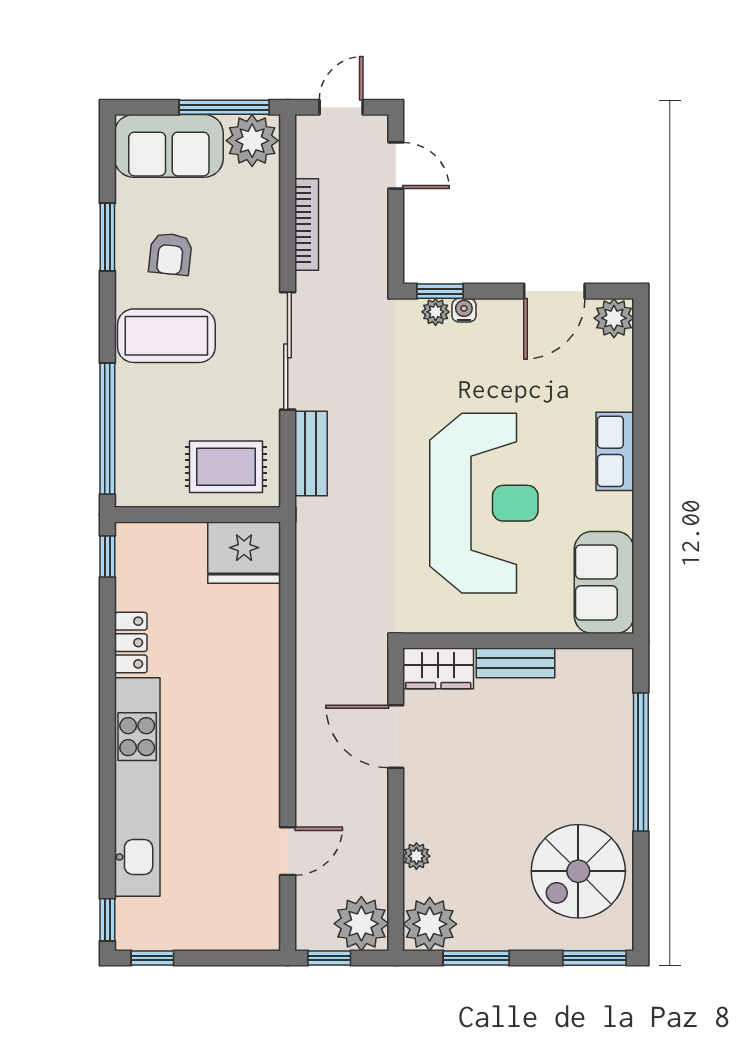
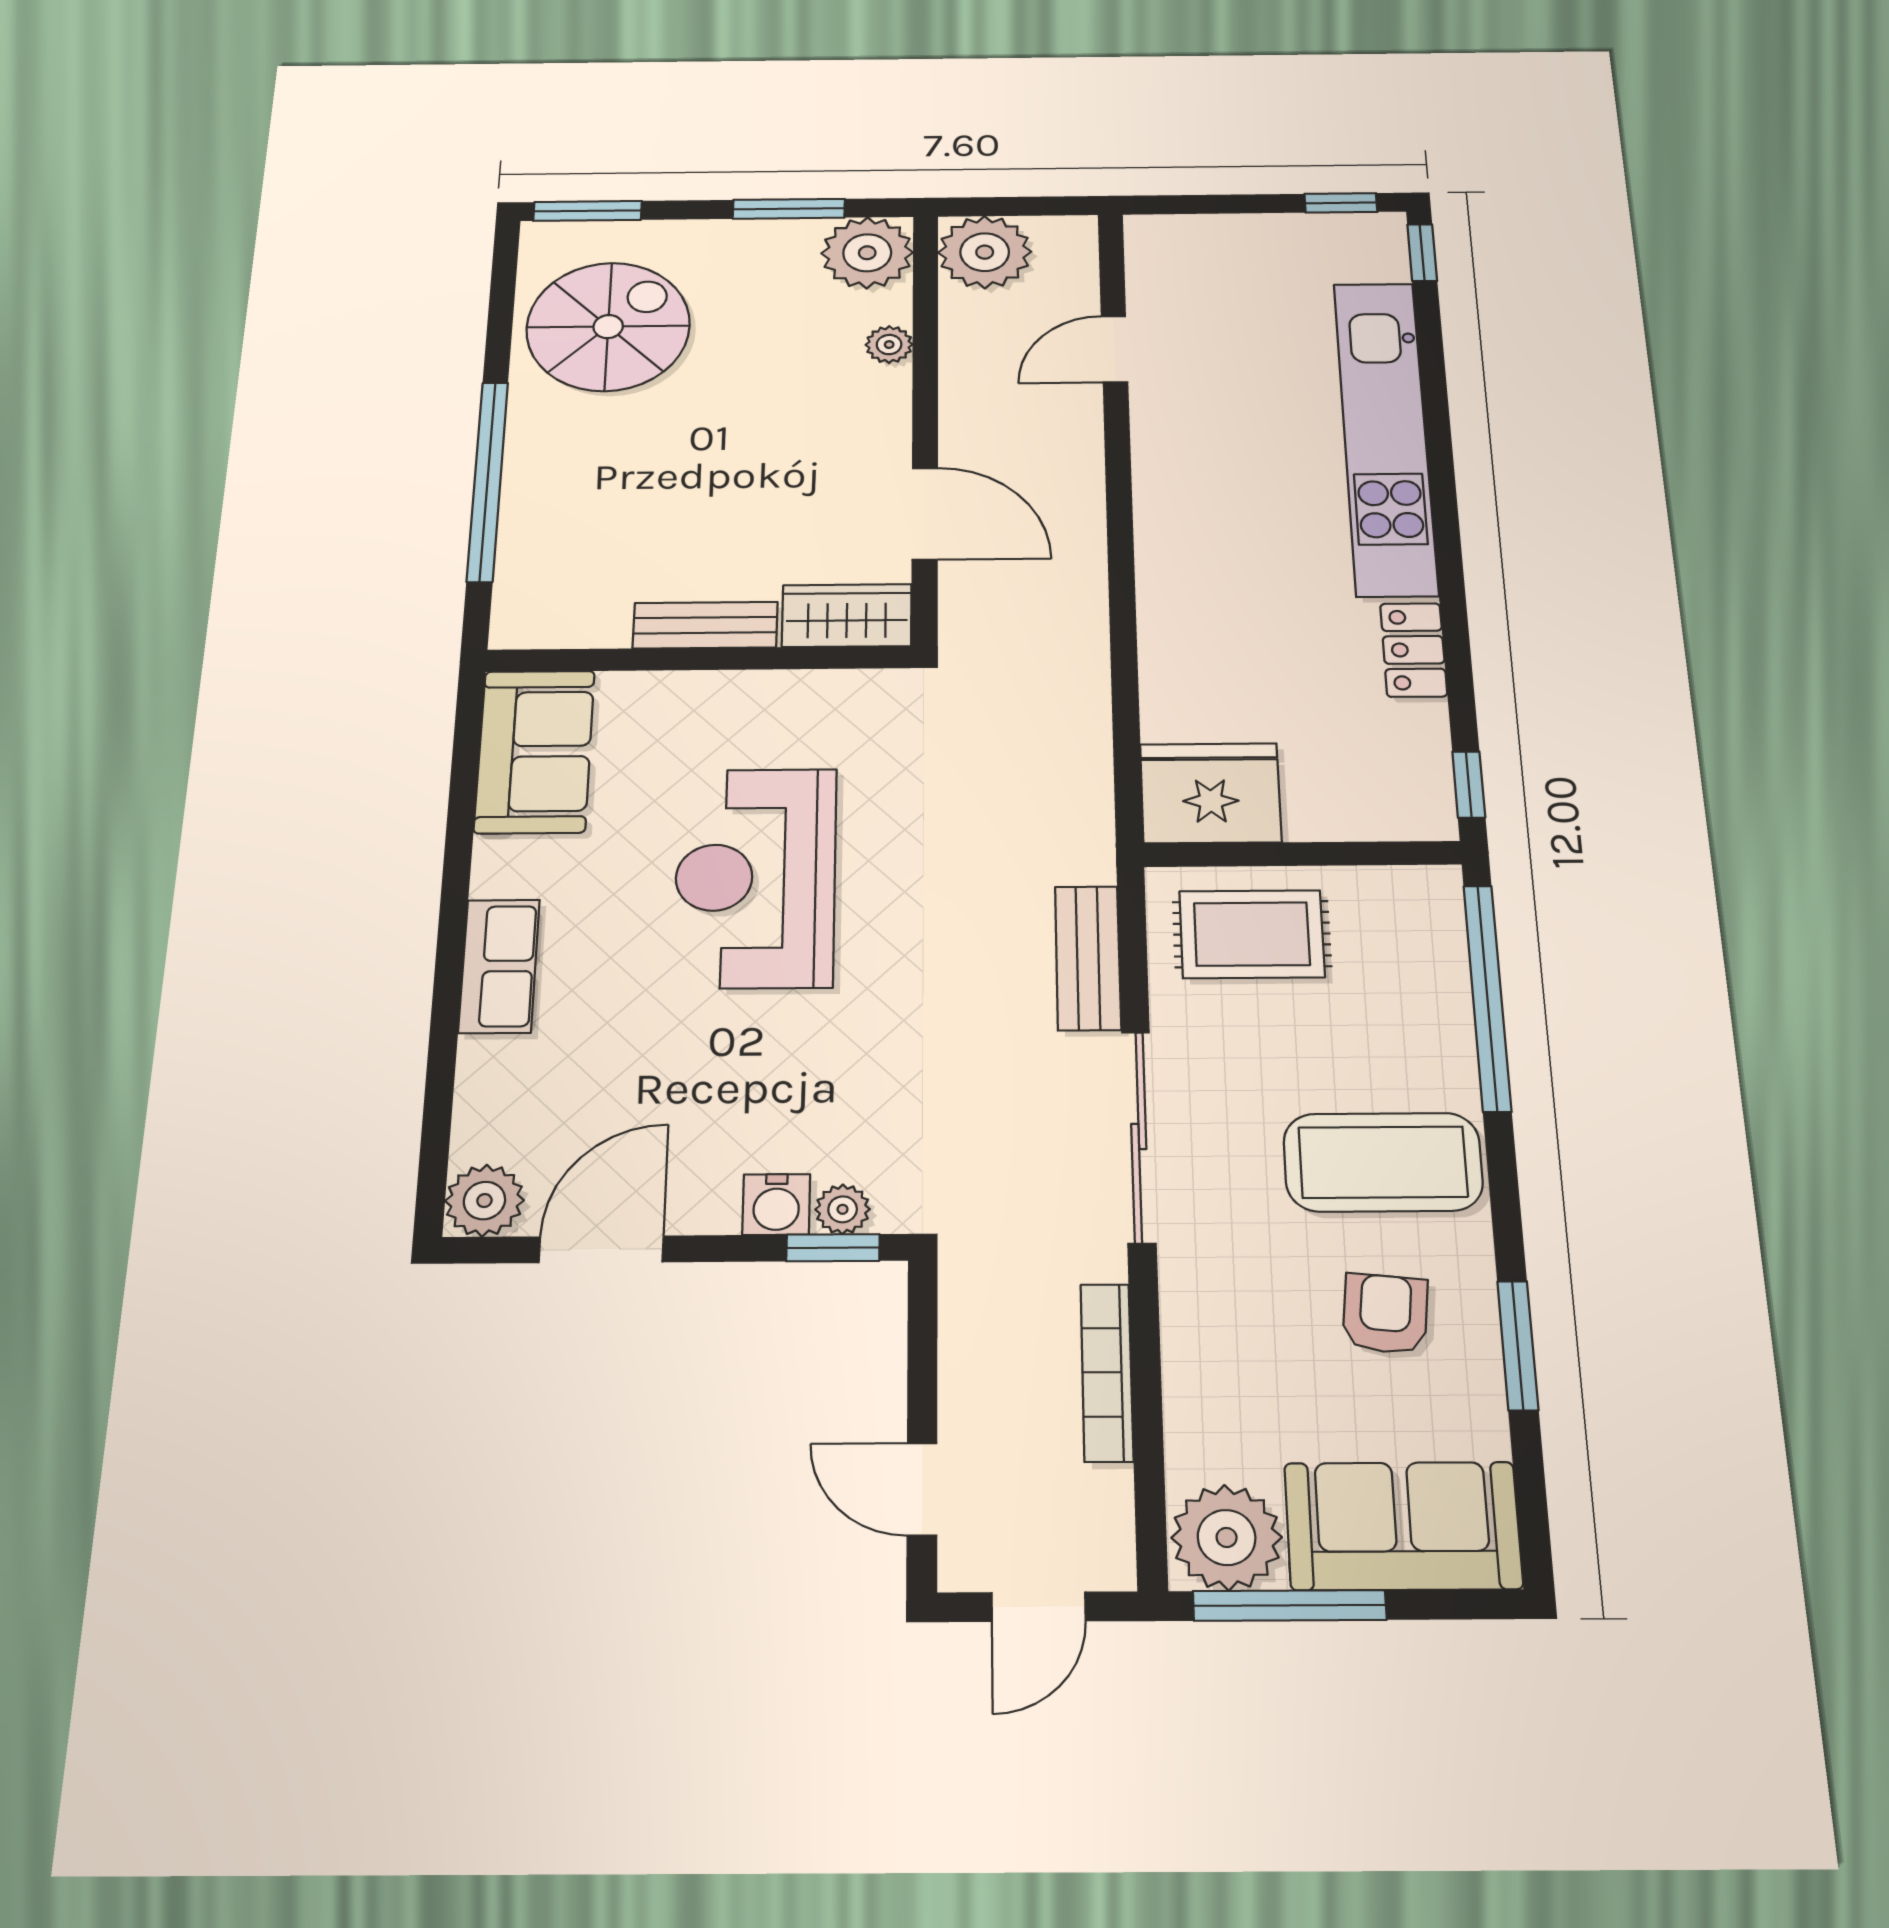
water cooler: (464, 310) -> (776, 1204), width x1.38, depth x1.38
reception desk: (484, 503) -> (755, 877), width x0.74, depth x0.77
window: (329, 958) -> (1039, 206), removed

